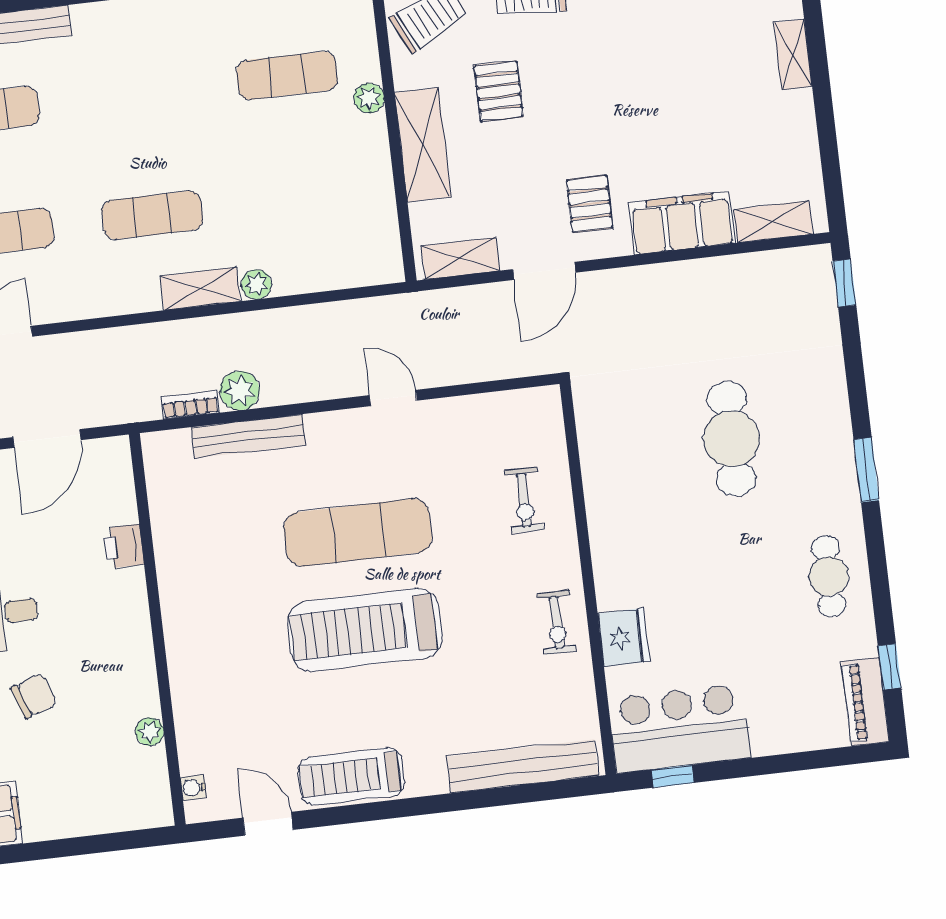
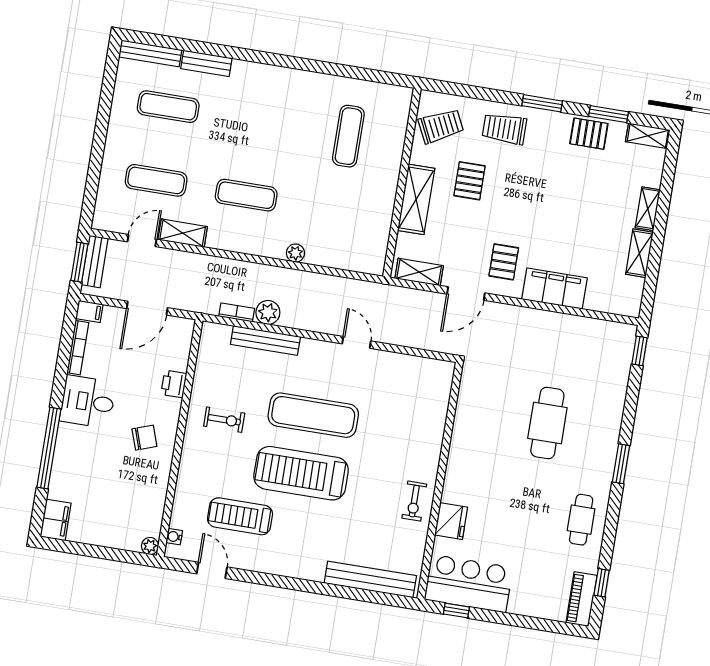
exercise mat: (287, 76) -> (348, 136), turned 90
plant: (369, 98) -> (393, 163), removed
shelving: (773, 222) -> (639, 253), moved, turned 90
shelving: (200, 288) -> (183, 233), moved
exercise bike: (524, 500) -> (224, 420), moved, turned -90
chair: (34, 696) -> (144, 438), moved
plant: (150, 732) -> (150, 546), moved
treadmill: (351, 776) -> (240, 516), moved

